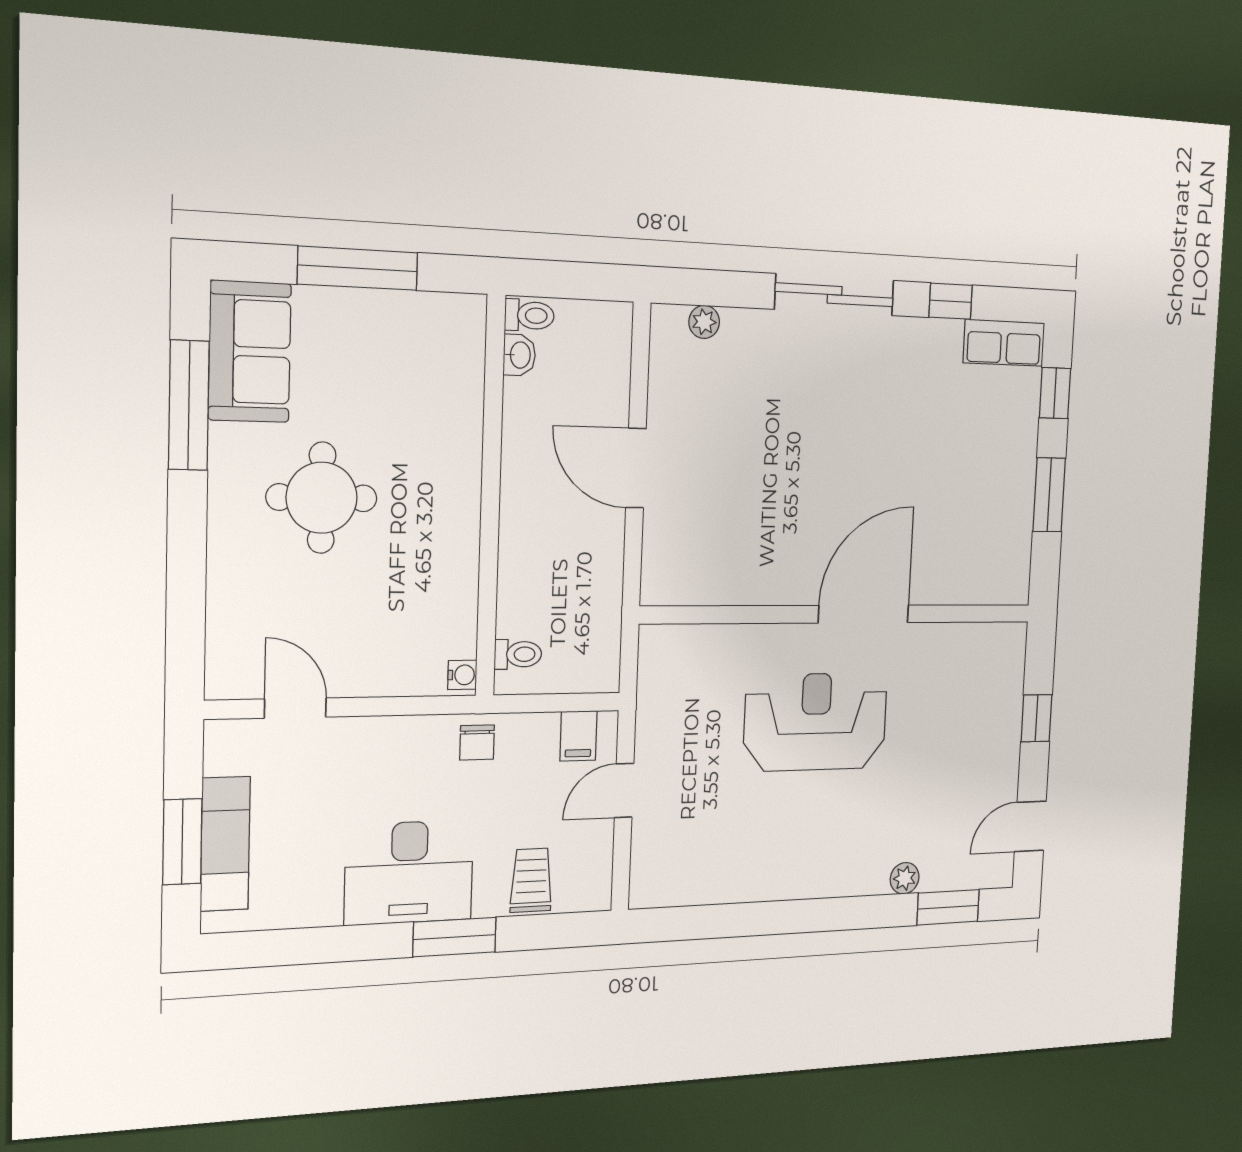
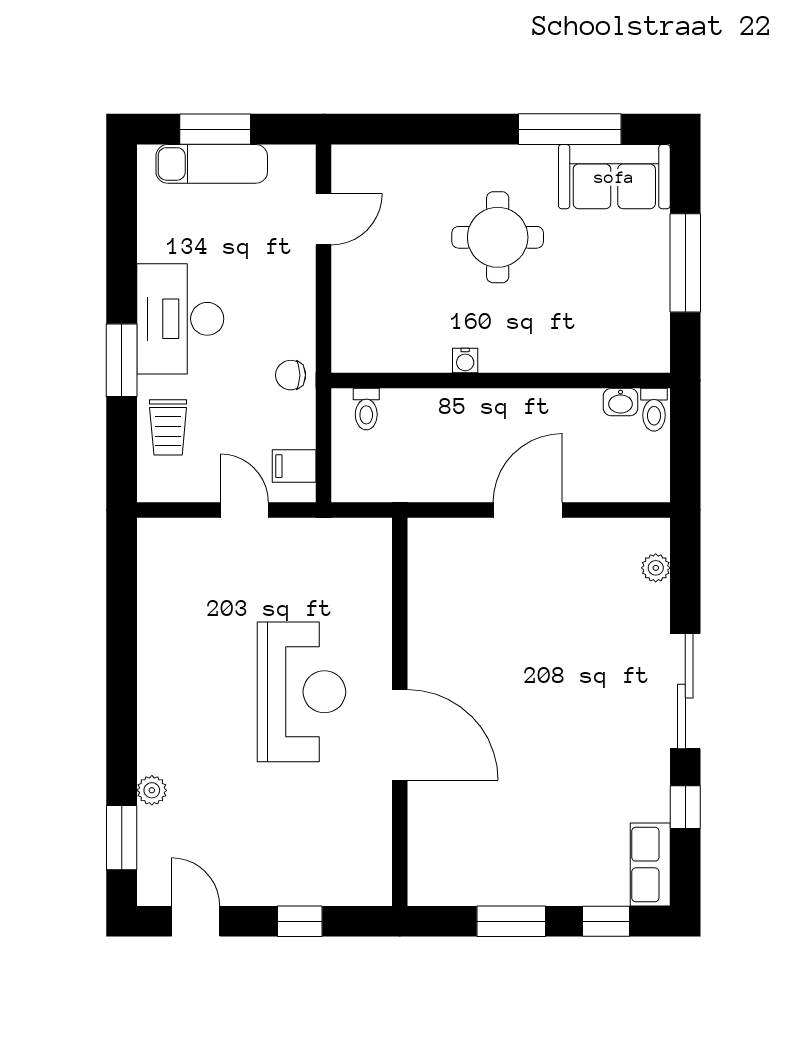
water cooler: (462, 675) -> (465, 360), moved
trolley: (531, 880) -> (168, 427), turned 90

